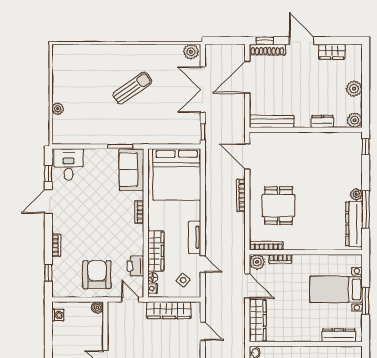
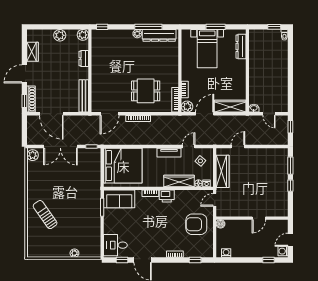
sun lounger: (132, 88) -> (45, 215), moved
printer: (135, 266) -> (167, 196), moved

